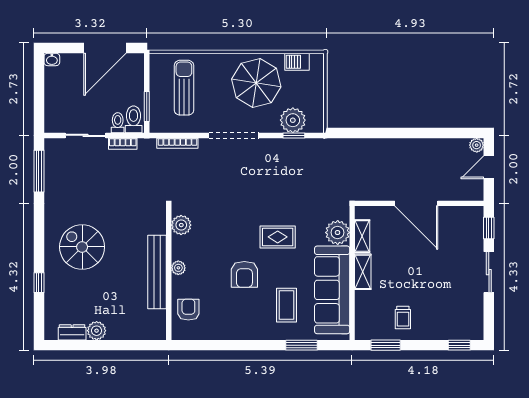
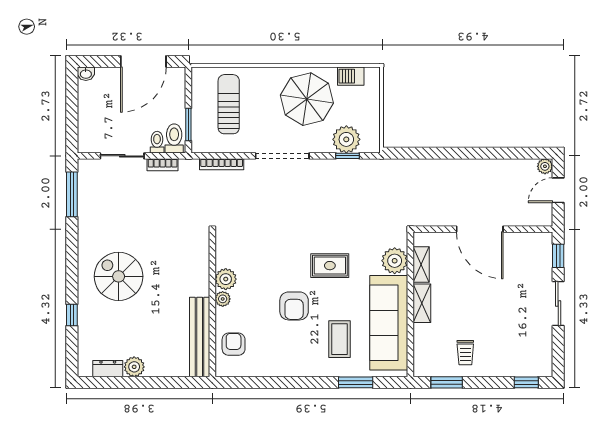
plant: (181, 225) -> (226, 279), moved
bench: (157, 272) -> (200, 337), moved

